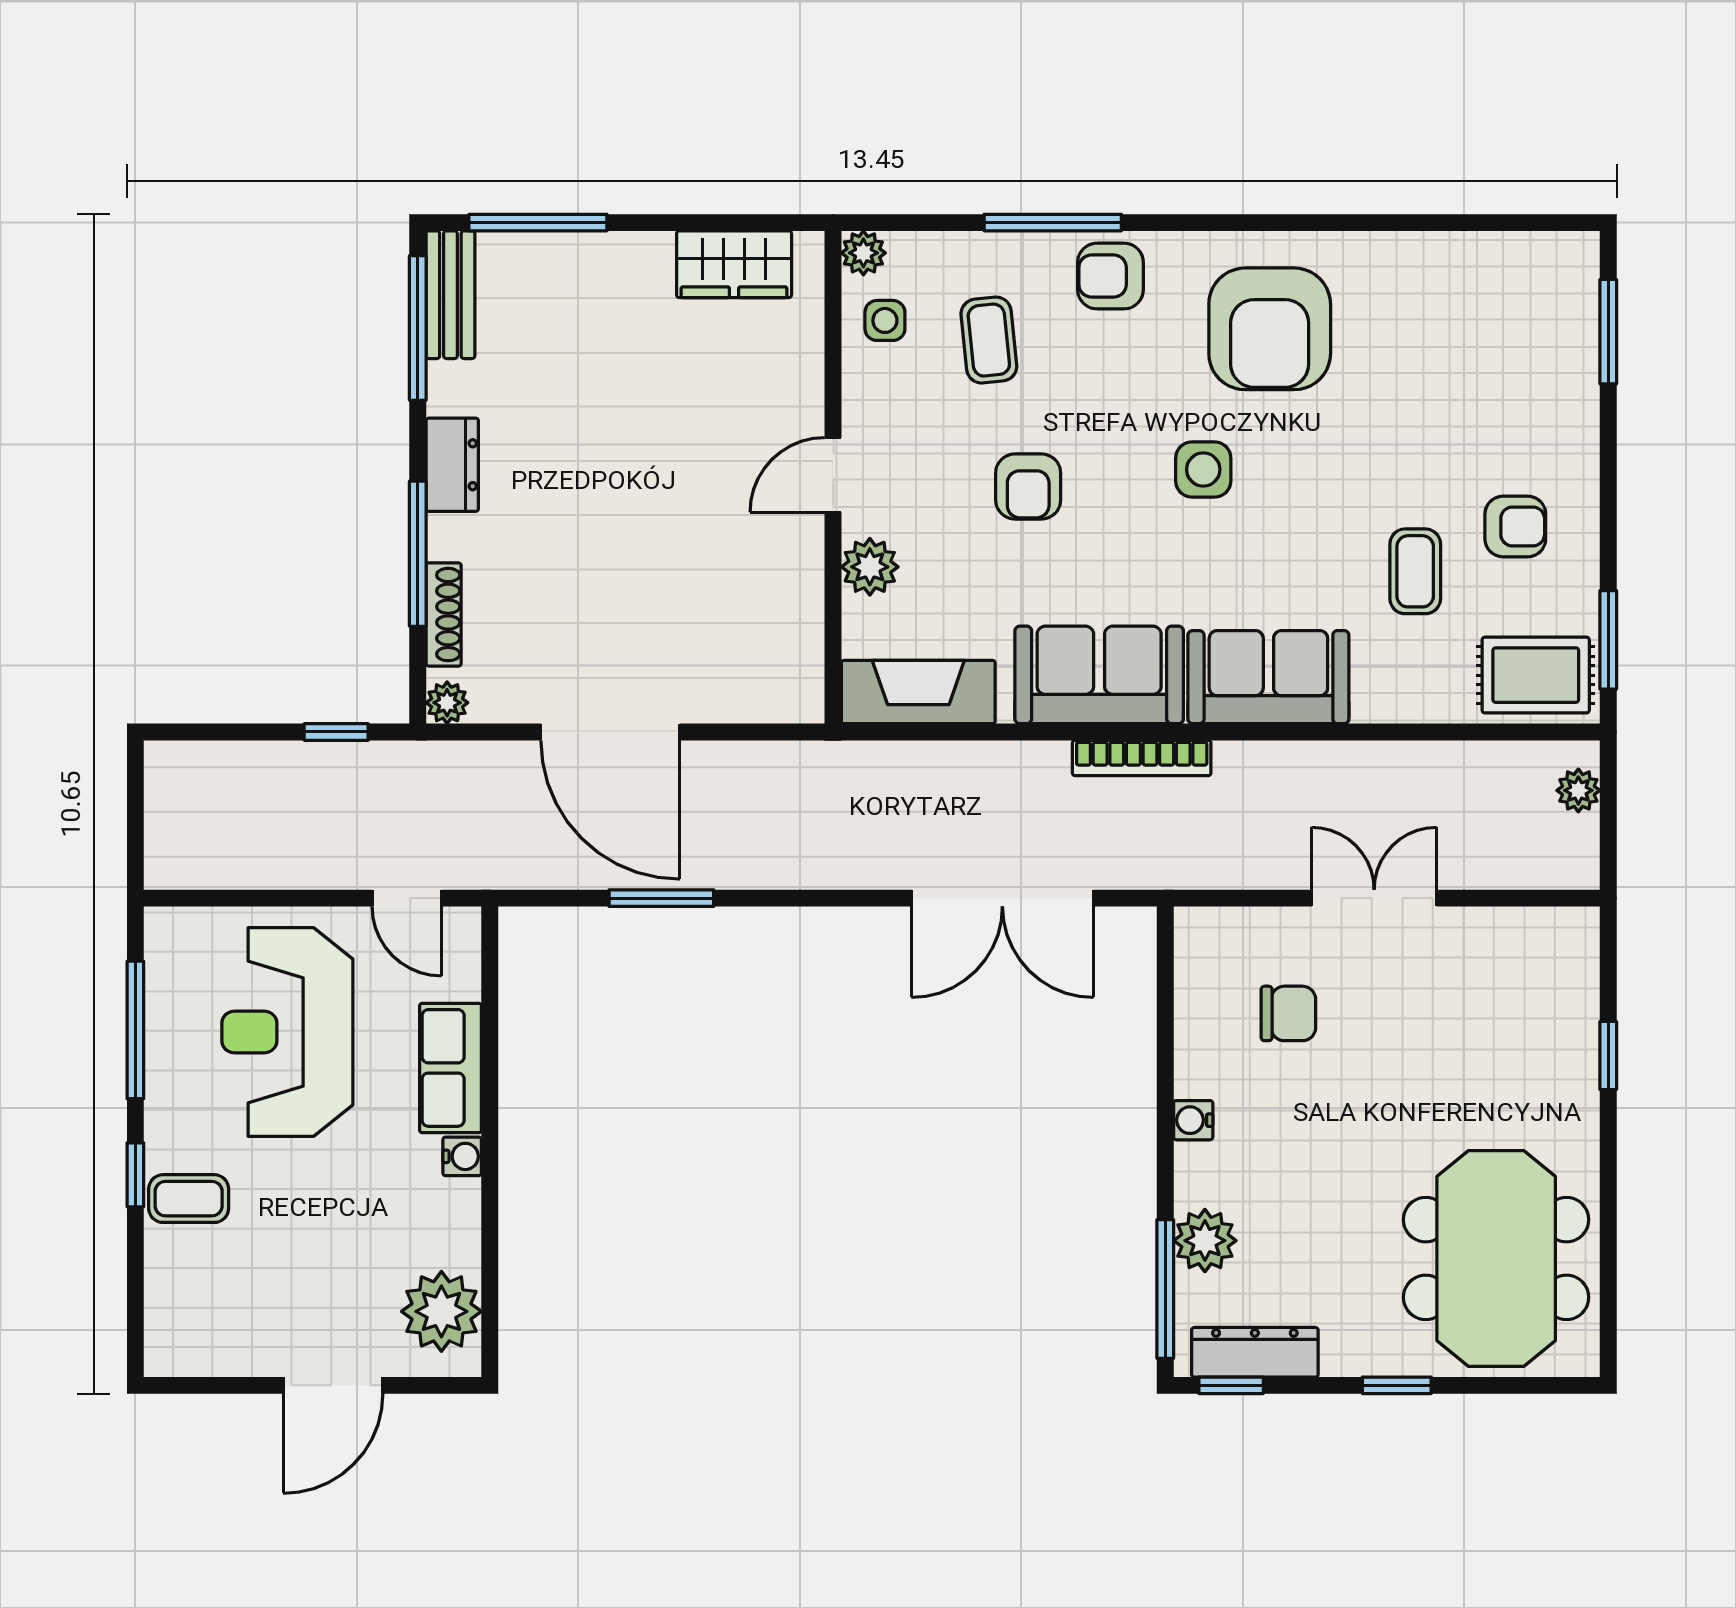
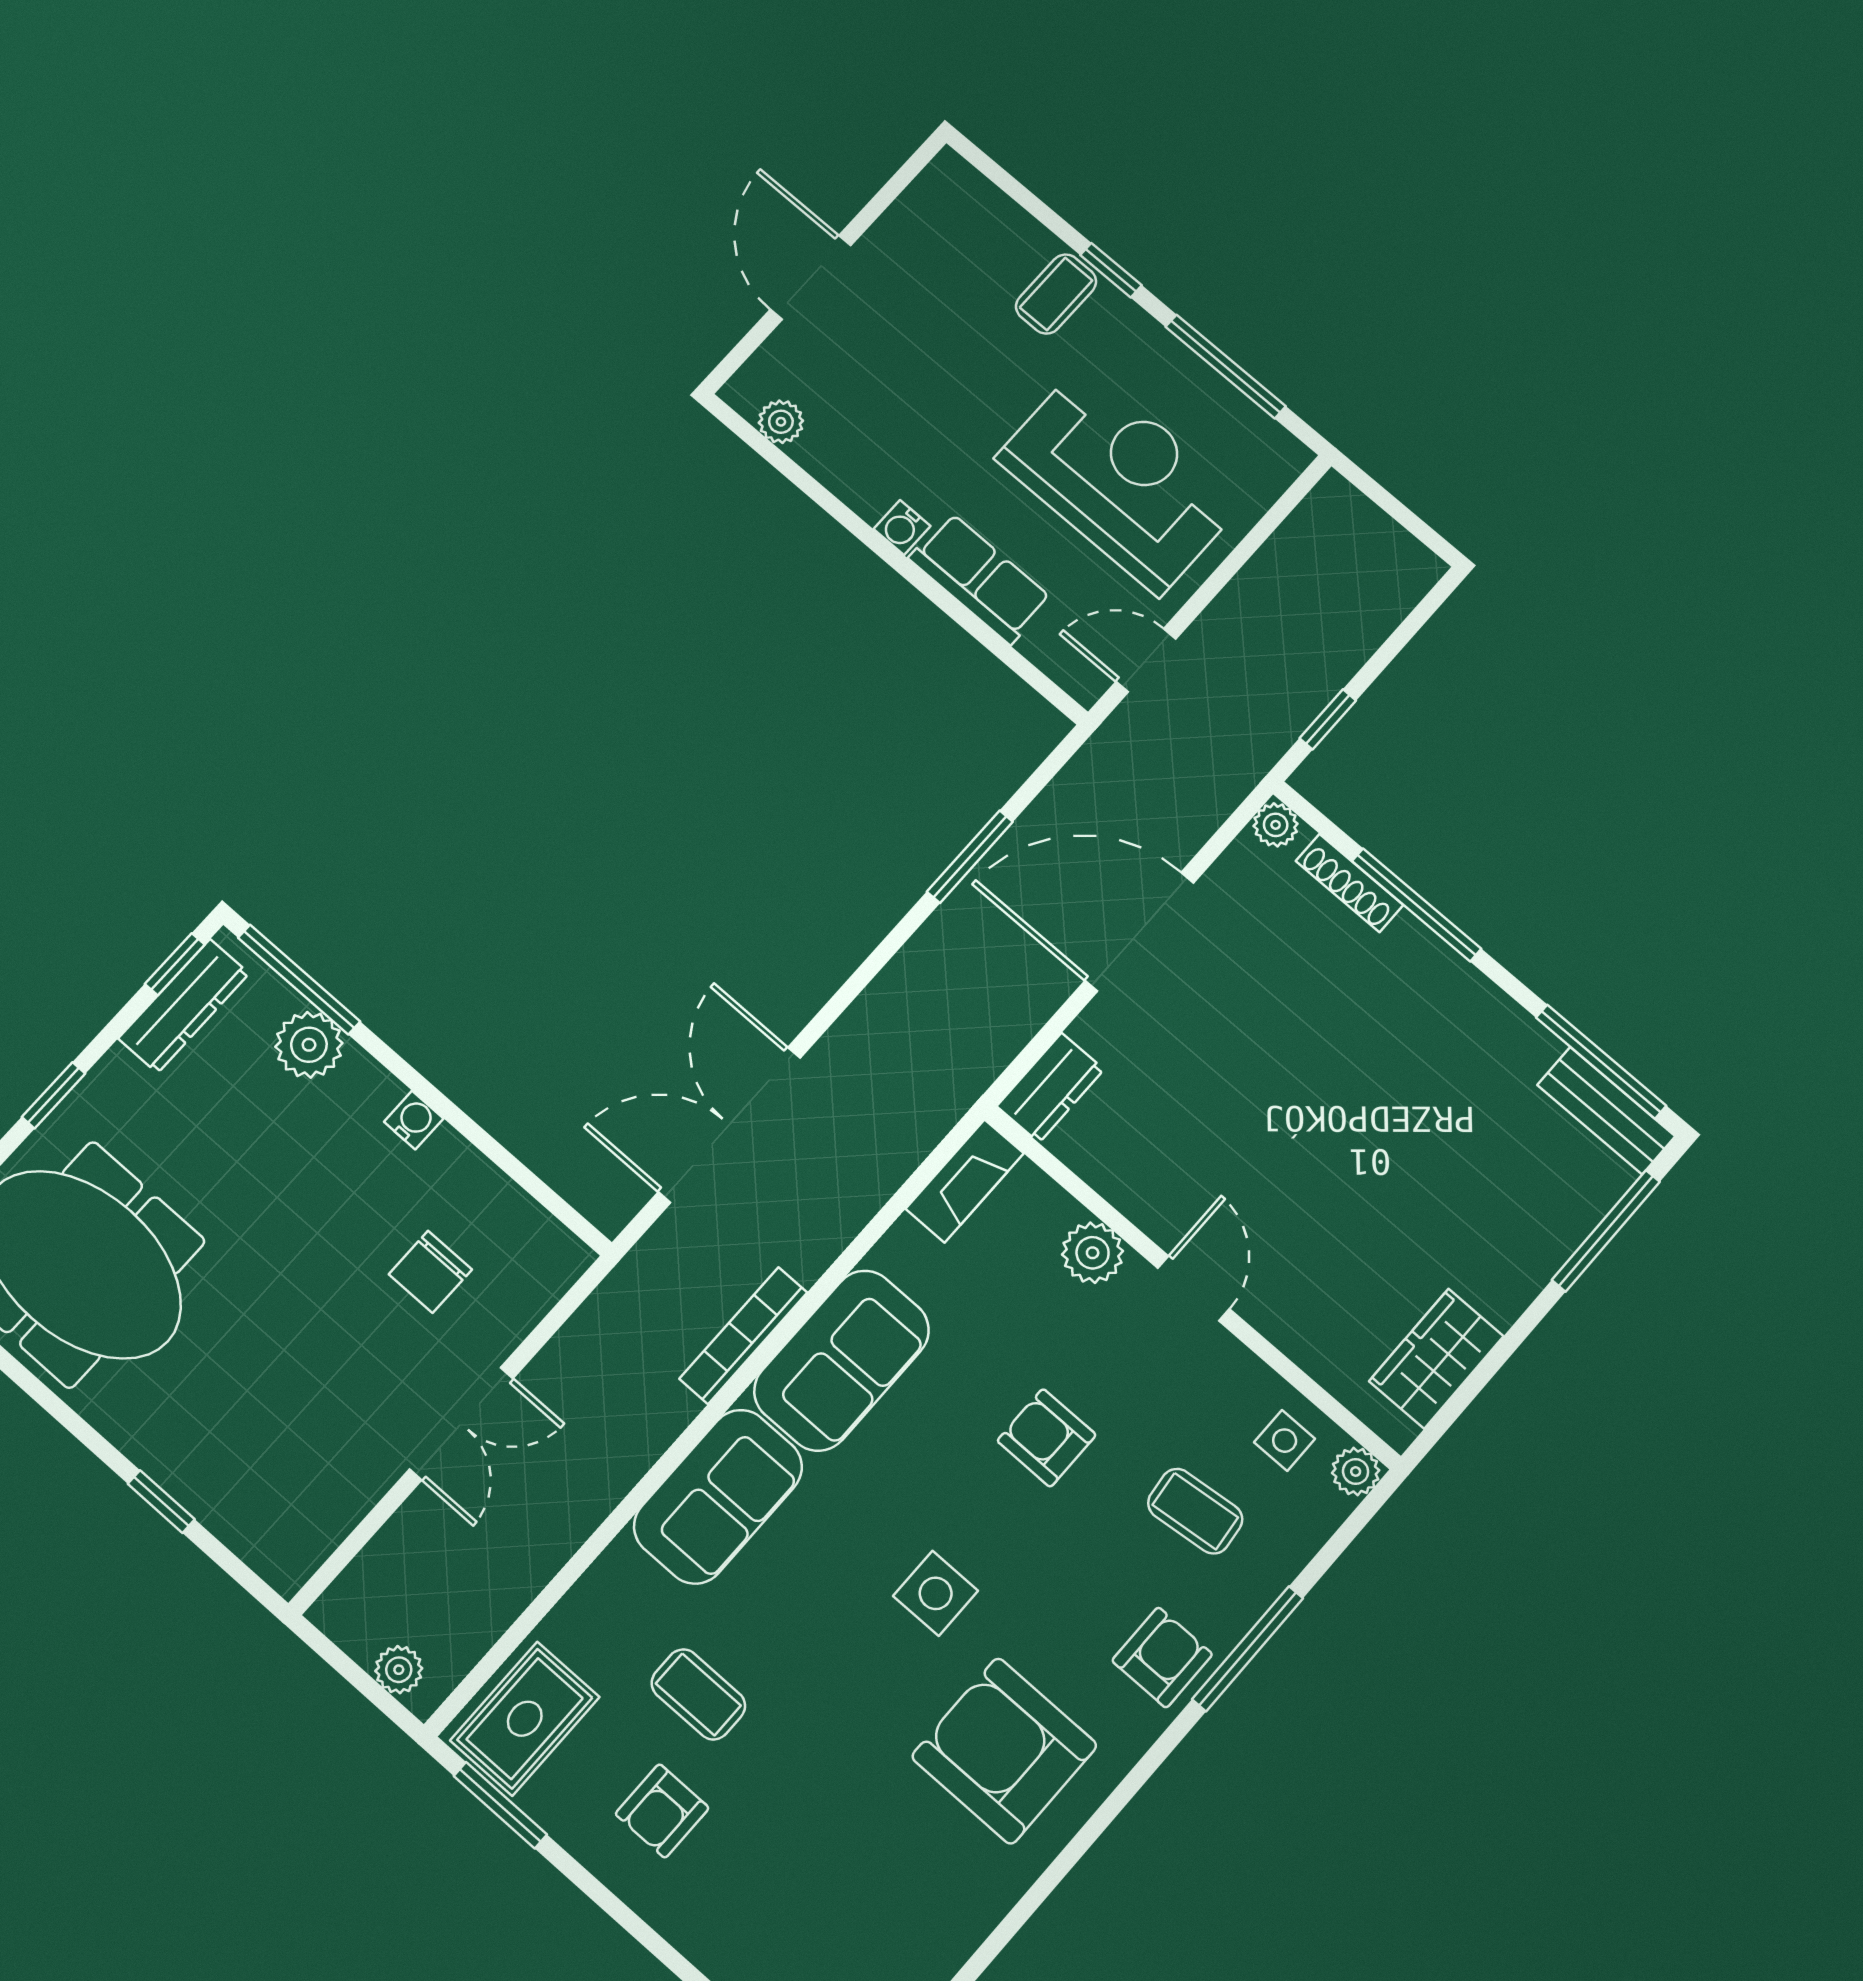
dresser: (452, 465) -> (1050, 1088), moved, turned -90
fireplace: (918, 692) -> (965, 1181), width x0.73, depth x0.76
plant: (441, 1311) -> (781, 422), width x0.53, depth x0.53

